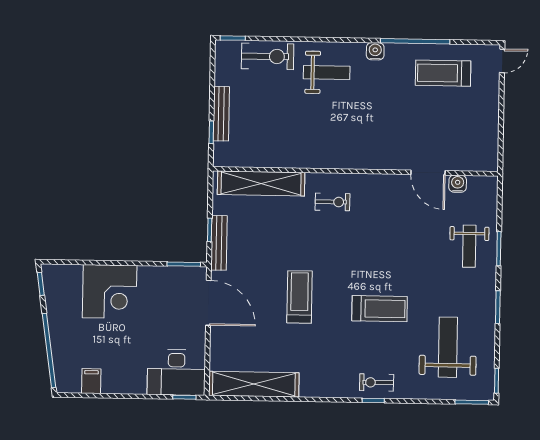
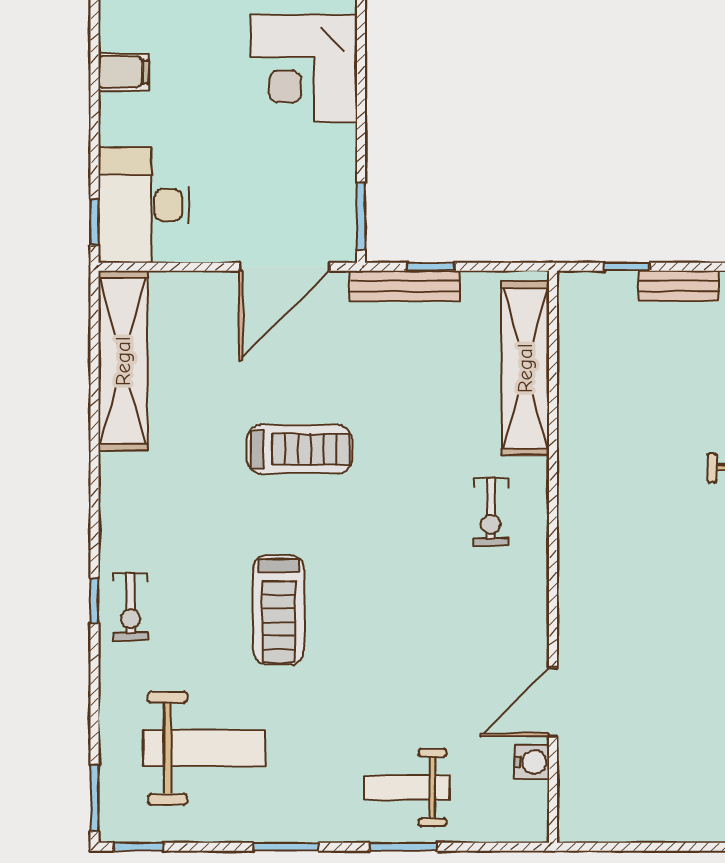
bench: (221, 114) -> (678, 286), width x0.73
filing cabinet: (91, 381) -> (123, 72), moved
exercise bike: (377, 382) -> (131, 606), turned 180

